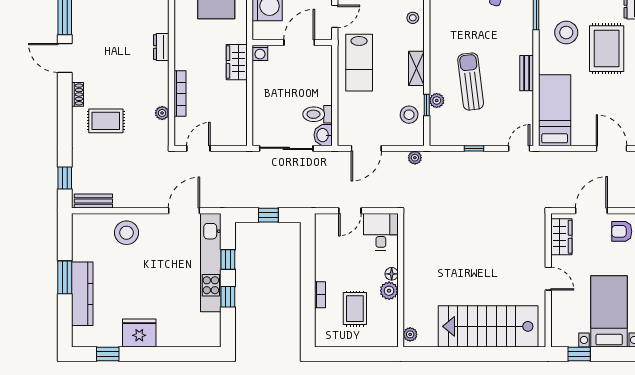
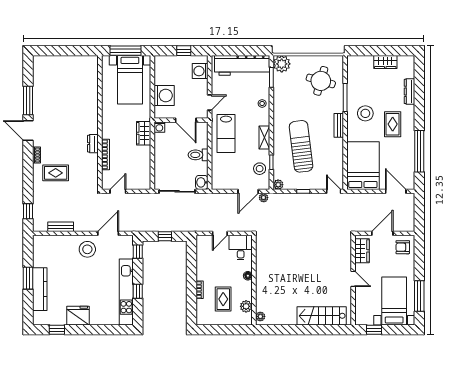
door: (299, 42) -> (186, 120), swing flipped
dresser: (161, 47) -> (93, 144), moved
rug: (607, 49) -> (393, 124), width x0.73, depth x0.70
bench: (527, 73) -> (339, 125), moved
sun lounger: (471, 82) -> (301, 146), width x1.36, depth x1.34
plant: (437, 100) -> (278, 185), moved
bed: (555, 110) -> (363, 166), width x1.50
plant: (162, 113) -> (93, 167), removed
toilet: (318, 114) -> (198, 155), moved
door: (366, 148) -> (248, 191), moved
door: (519, 148) -> (334, 191), hinge flipped
bench: (93, 201) -> (61, 227), moved
stool: (127, 233) -> (87, 249), moved
window: (228, 260) -> (138, 252), moved
kitchen unit: (211, 263) -> (126, 292), moved
plant: (389, 291) -> (246, 306), moved
stairs: (488, 326) -> (322, 316), width x0.73, depth x0.66

